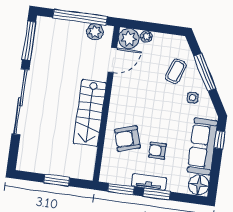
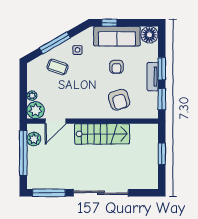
door: (112, 60) -> (55, 121), swing flipped
armchair: (157, 151) -> (116, 67), moved

